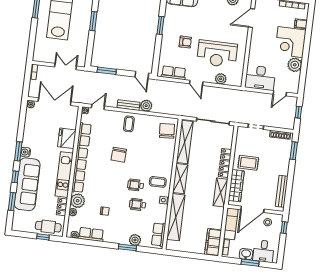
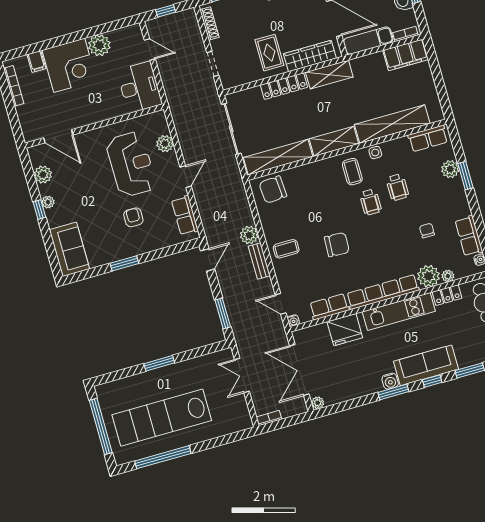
sofa: (27, 184) -> (426, 365), width x0.74, depth x0.79

